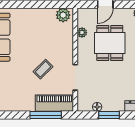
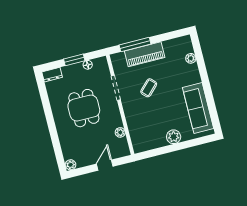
plant: (63, 15) -> (174, 137), moved
dining table: (110, 43) -> (84, 108), moved
piano: (54, 103) -> (145, 54), moved

